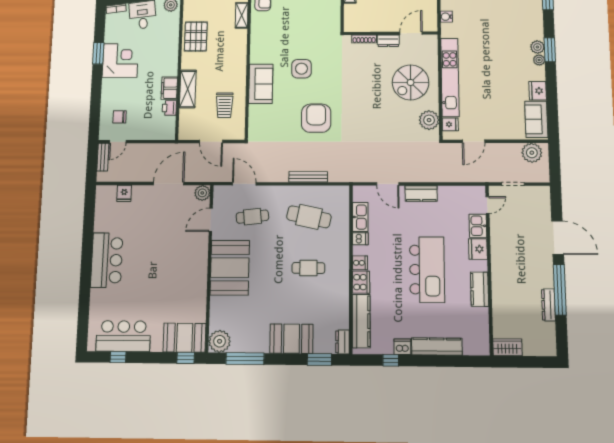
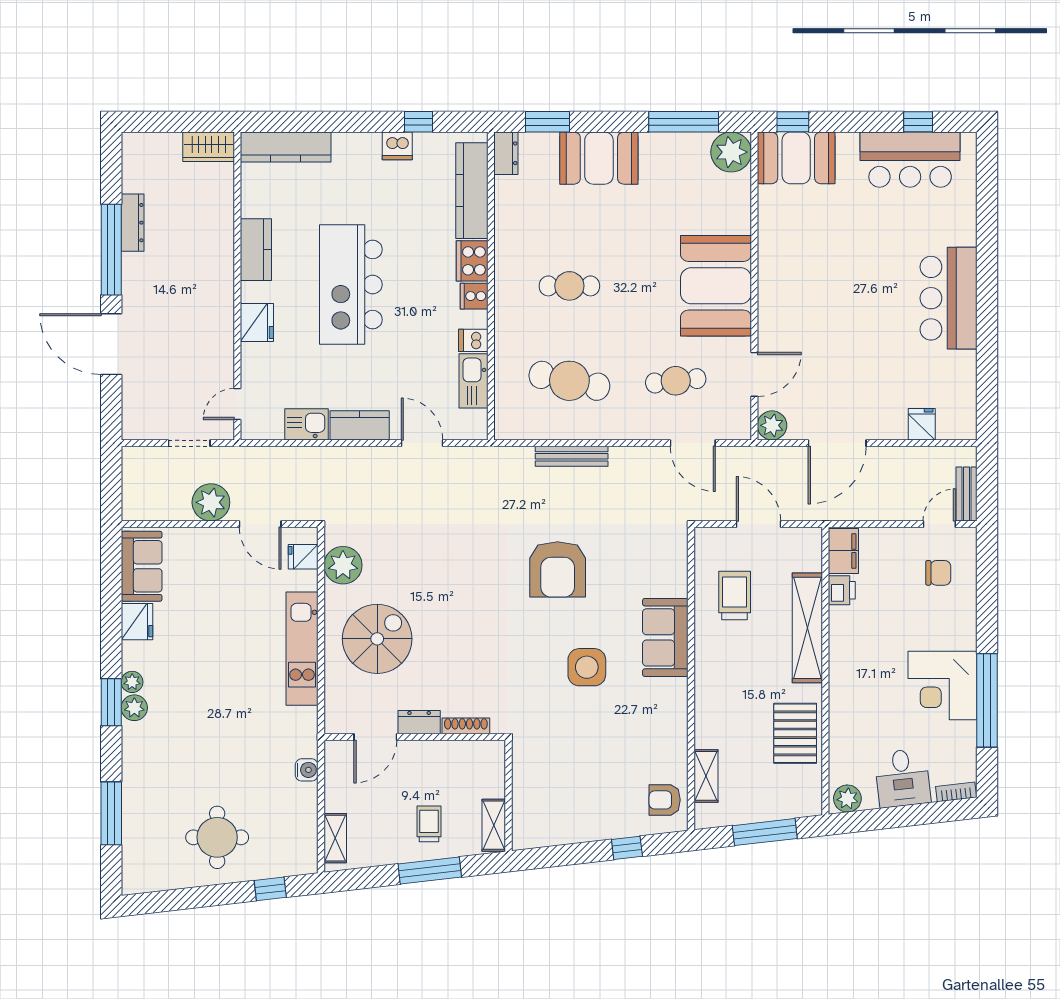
window: (98, 53) -> (987, 700), width x2.11
kitchen unit: (450, 77) -> (302, 649), width x0.73
filing cabinet: (169, 88) -> (843, 551), moved
shelving: (188, 89) -> (807, 628), width x1.47
door: (474, 141) -> (260, 524), swing flipped
plant: (532, 153) -> (211, 502), moved
kitchen sink: (478, 226) -> (306, 424), moved, turned -90
kitchen counter: (437, 346) -> (286, 147), moved

